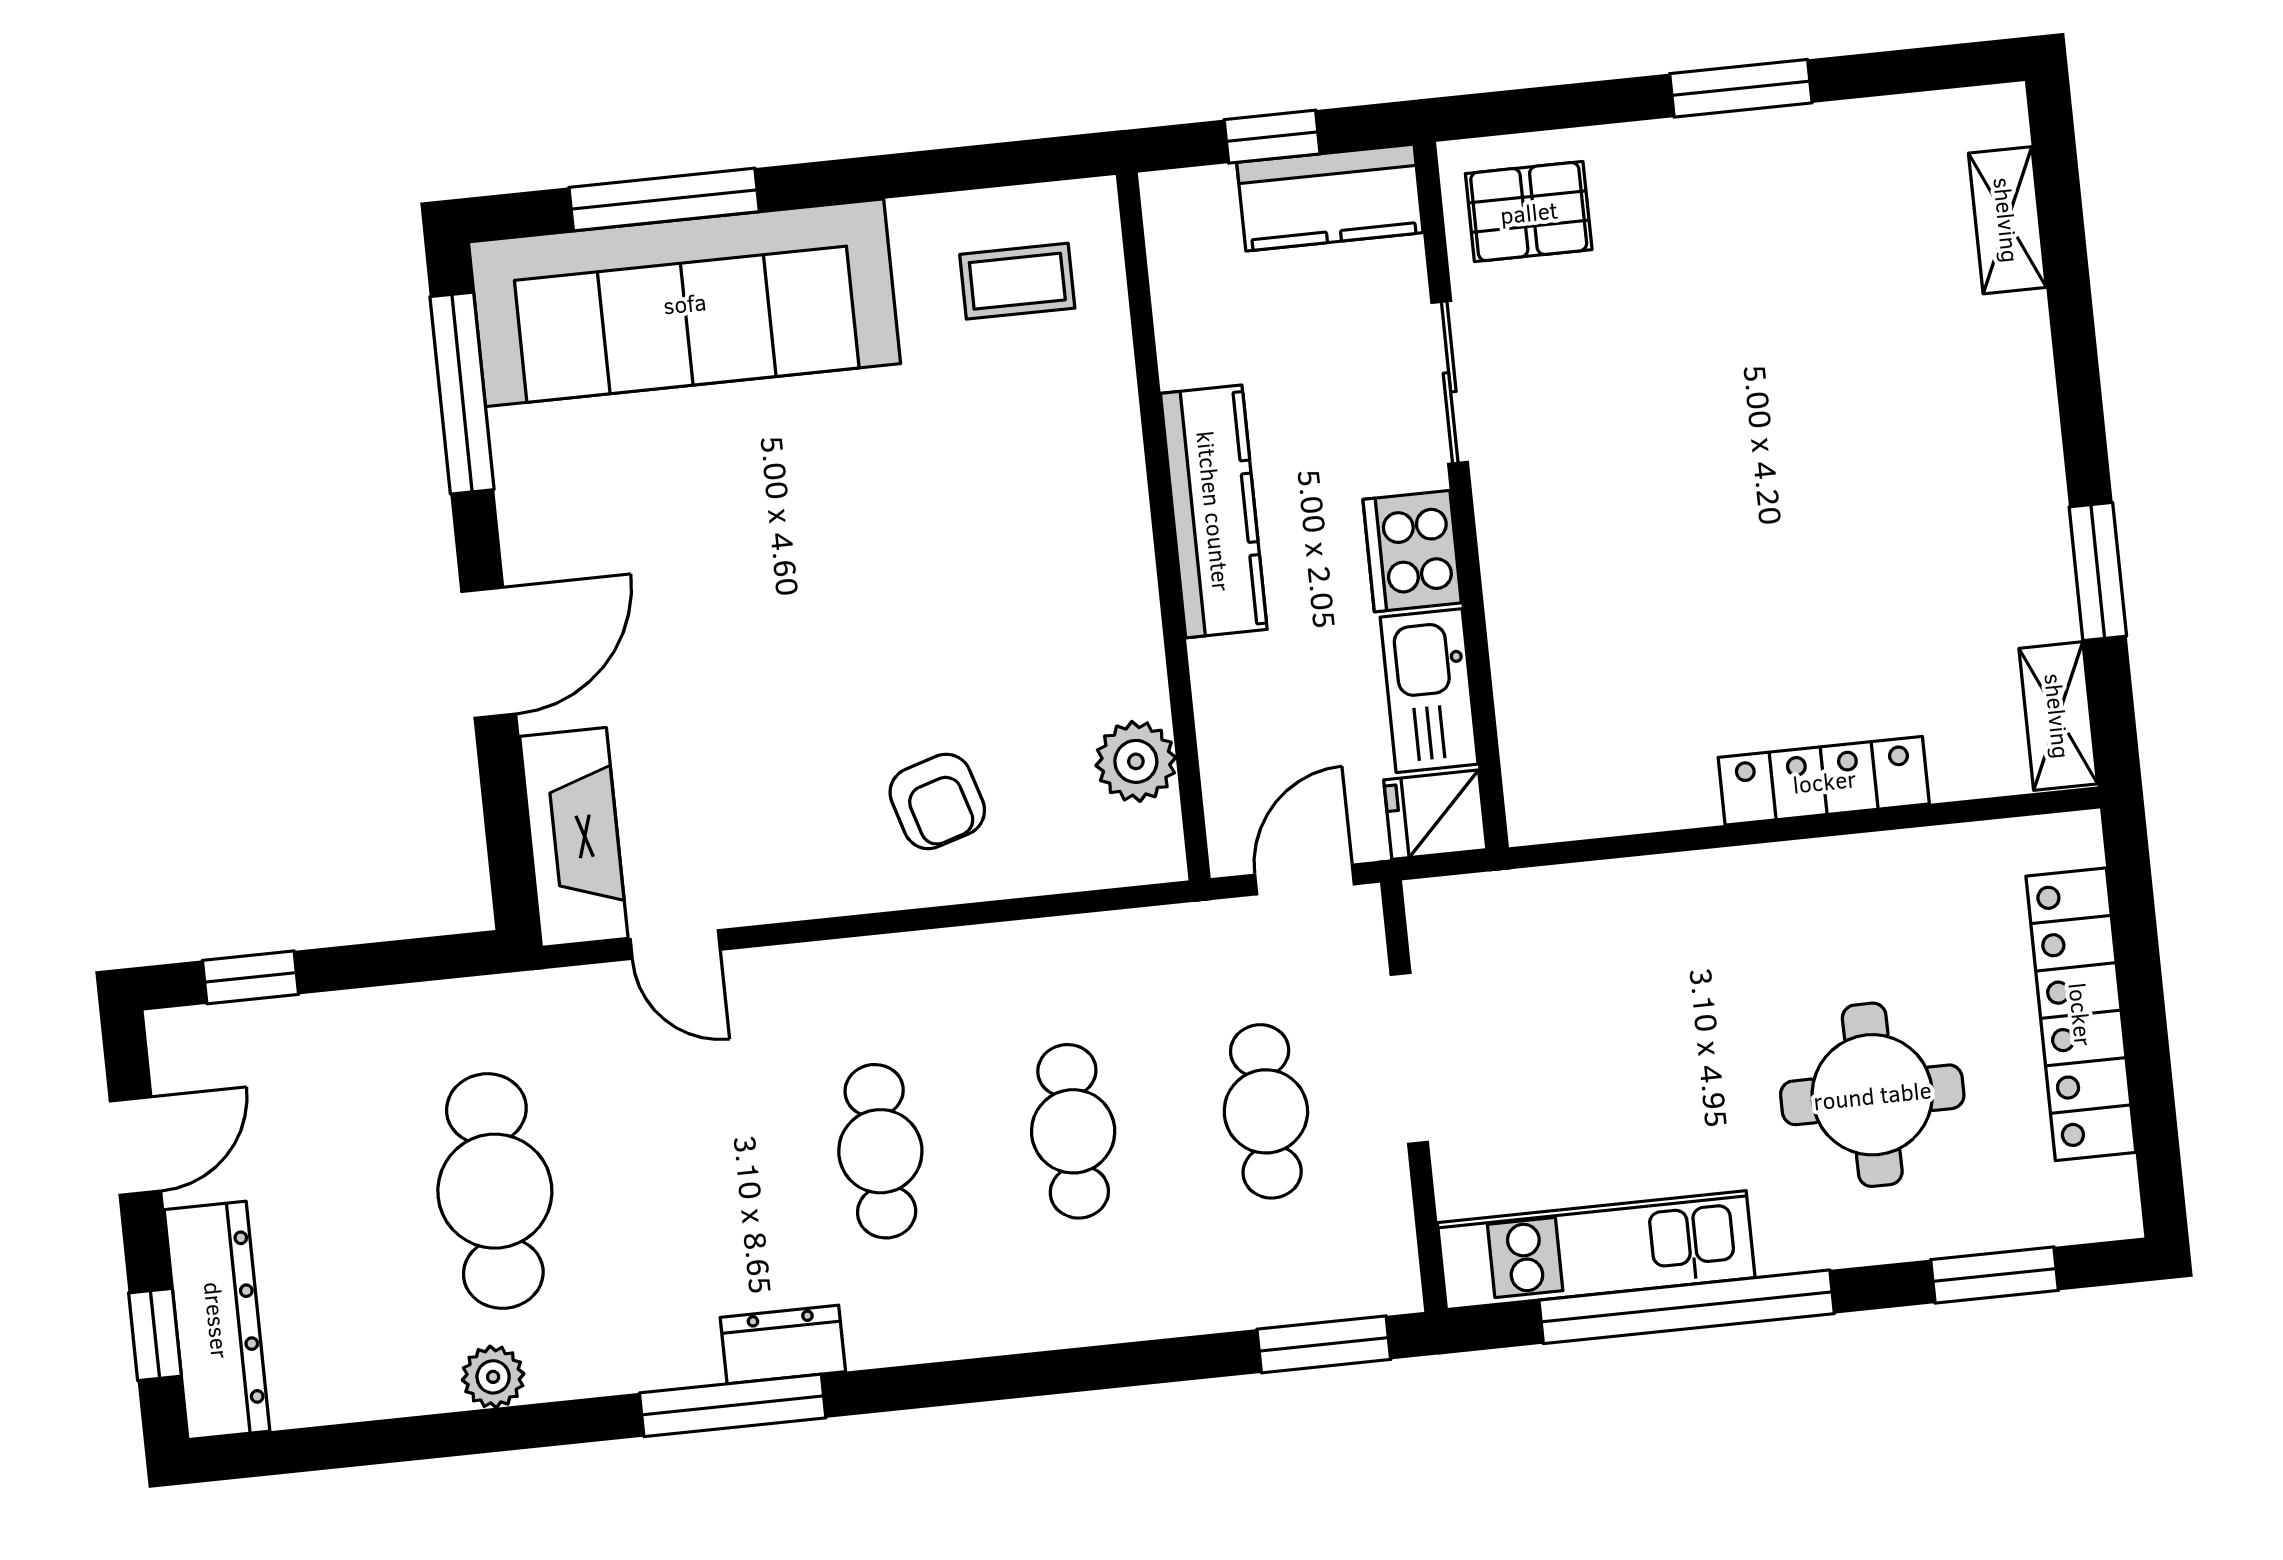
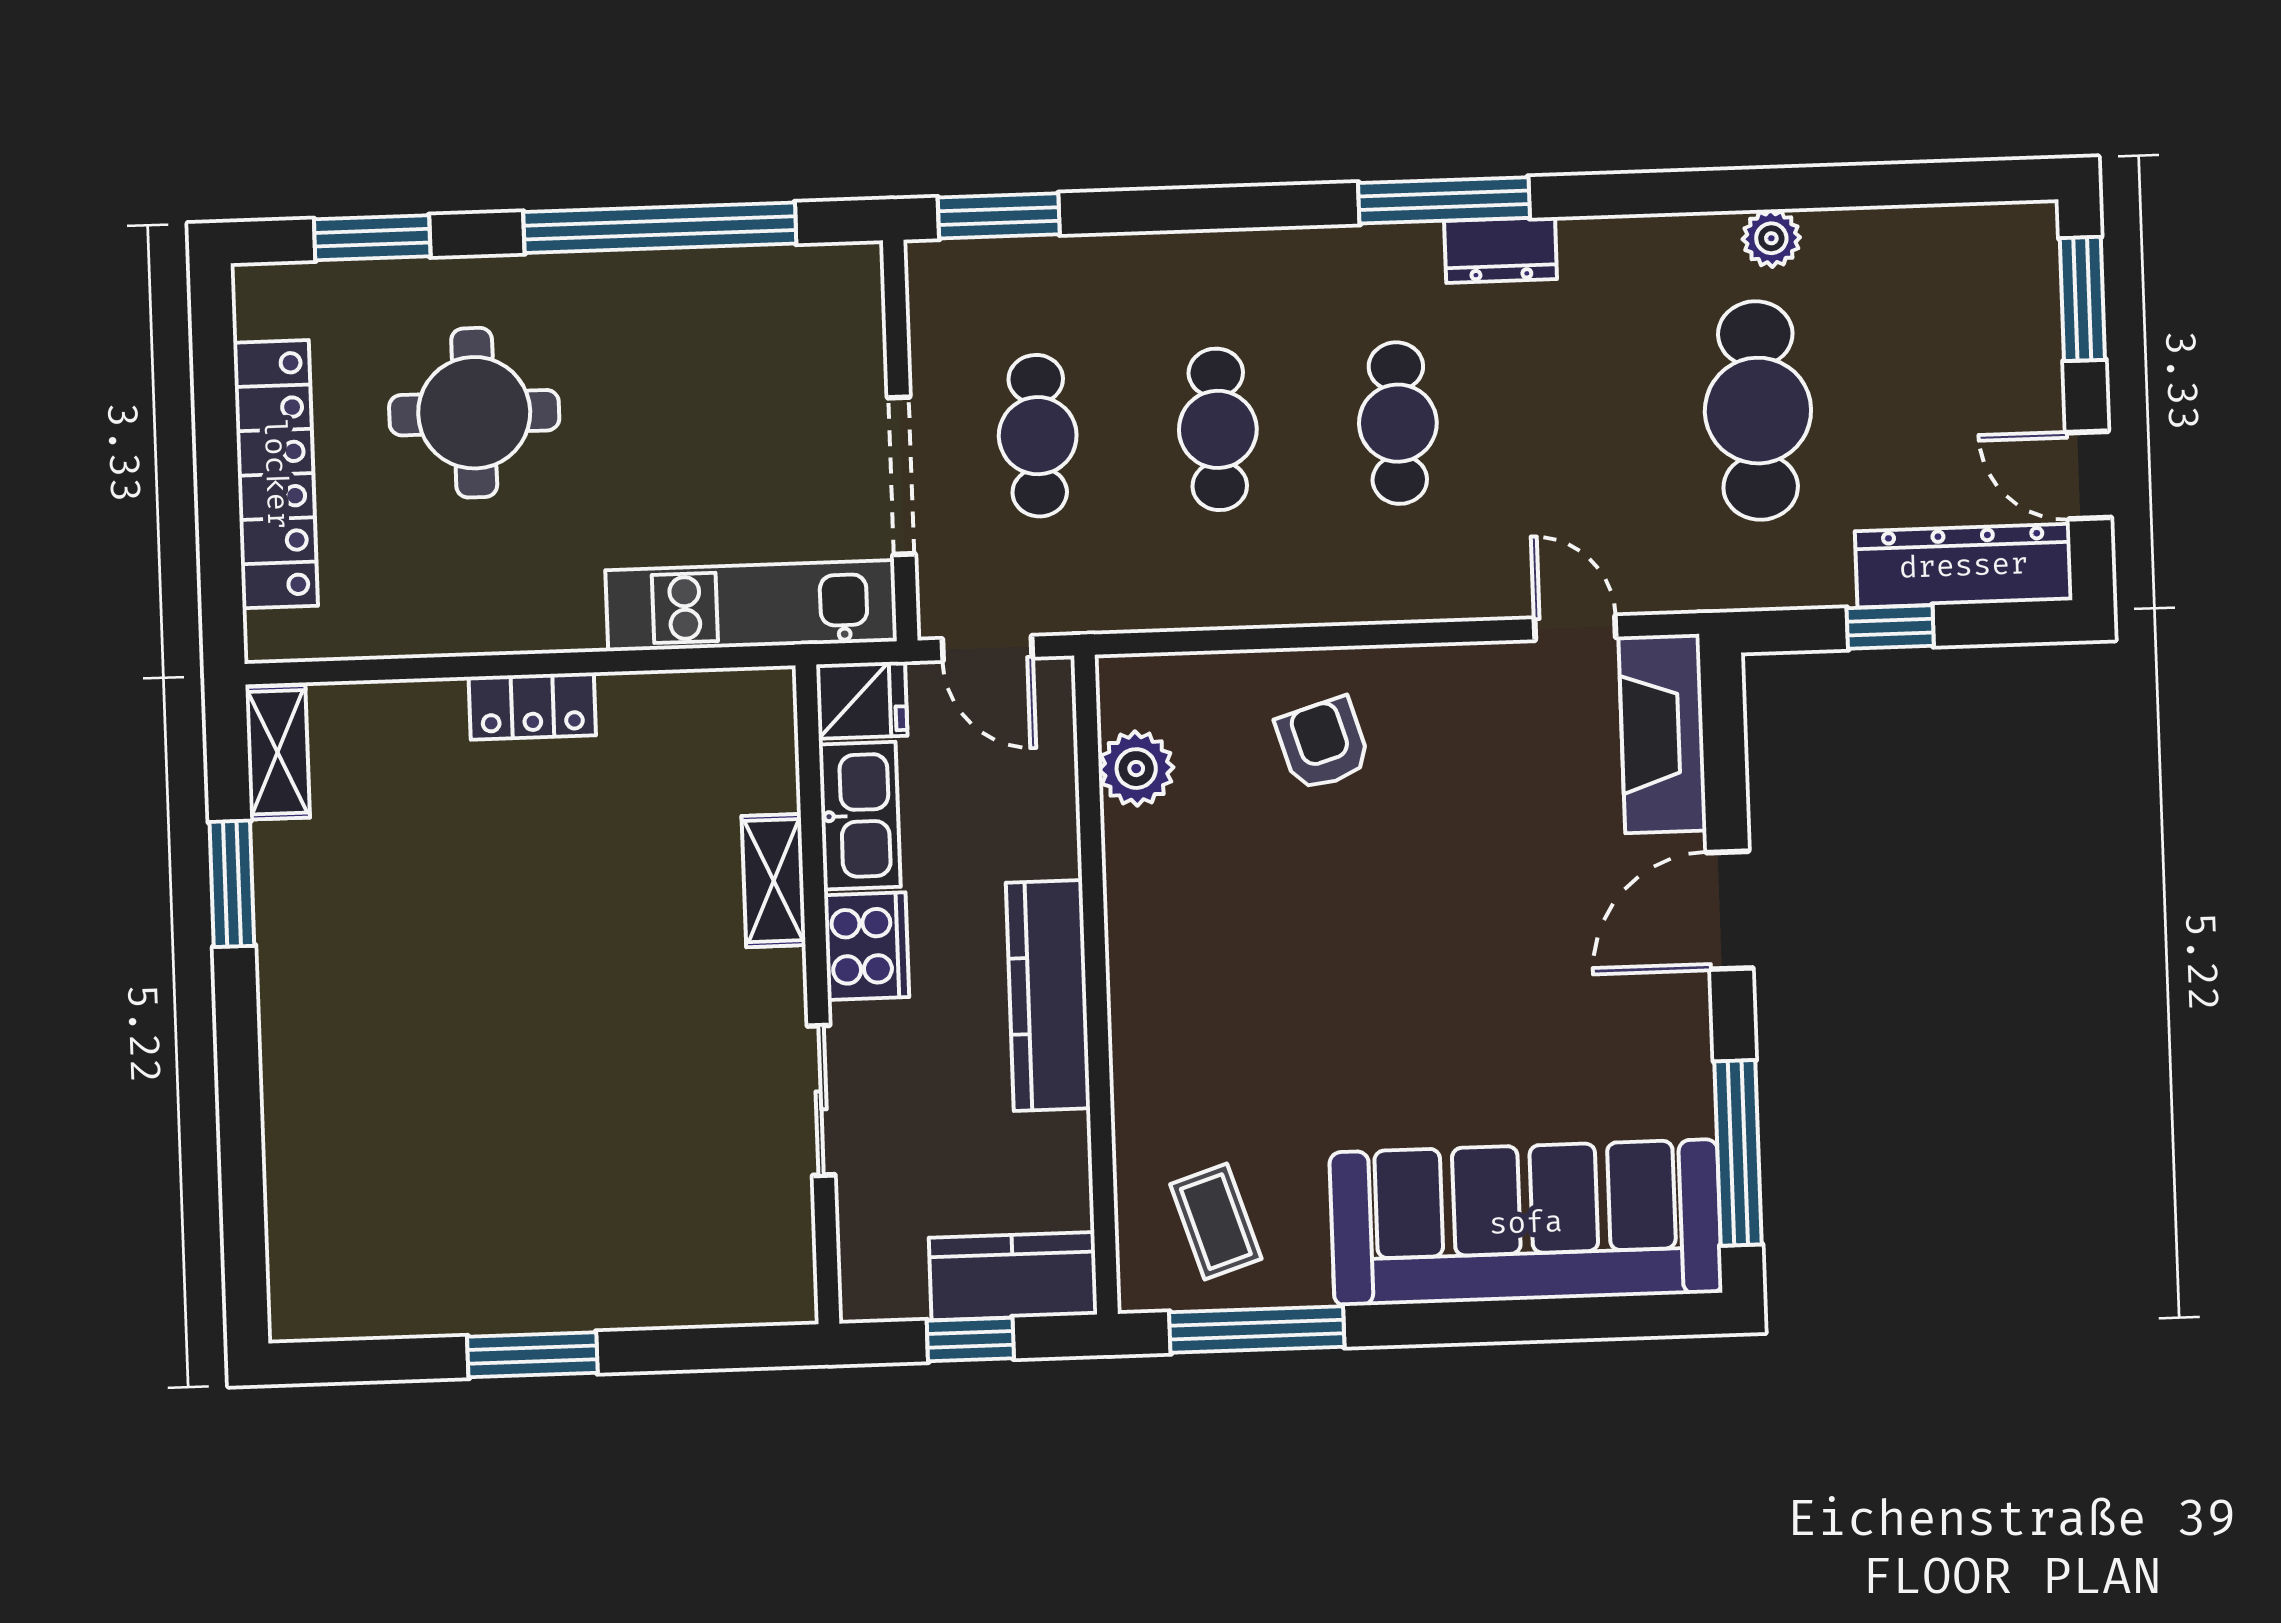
kitchen counter: (1330, 198) -> (1013, 1276), moved
window: (664, 199) -> (1257, 1329), moved
pallet: (1529, 212) -> (737, 1254), removed
shelving: (2007, 220) -> (774, 881), moved
coffee table: (1017, 281) -> (1216, 1222), turned 72
locker: (1824, 781) -> (532, 706), width x0.66
door: (1304, 879) -> (987, 648), hinge flipped
window: (250, 977) -> (1890, 627), moved
door: (135, 1146) -> (2089, 475), hinge flipped
kitchen unit: (1596, 1250) -> (751, 606), moved, turned 180
dresser: (217, 1320) -> (1964, 566), moved, turned 90
window: (155, 1334) -> (2082, 299), width x1.50
window: (733, 1405) -> (1444, 200), moved

